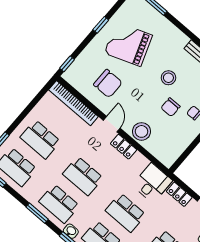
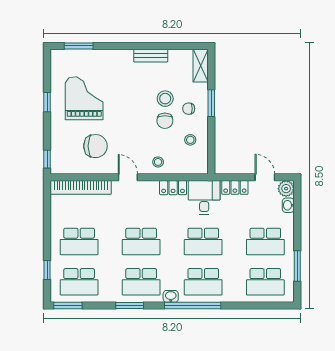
grand piano: (128, 44) -> (84, 98), turned 110
stool: (168, 78) -> (165, 99), moved
stool: (141, 131) -> (158, 162), width x0.53, depth x0.53
stool: (177, 135) -> (190, 140), added
locker: (124, 147) -> (173, 188), moved

